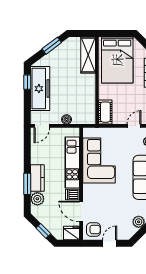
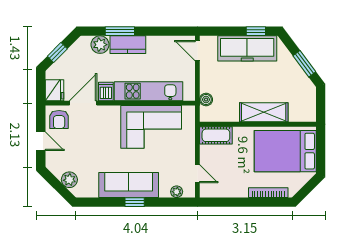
shelving: (88, 55) -> (264, 112), moved
boiler: (67, 119) -> (206, 100), moved

